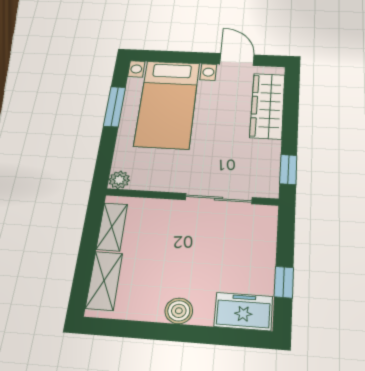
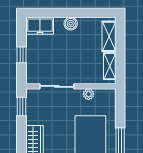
plant: (119, 180) -> (89, 94), moved
window: (284, 282) -> (22, 55), moved

